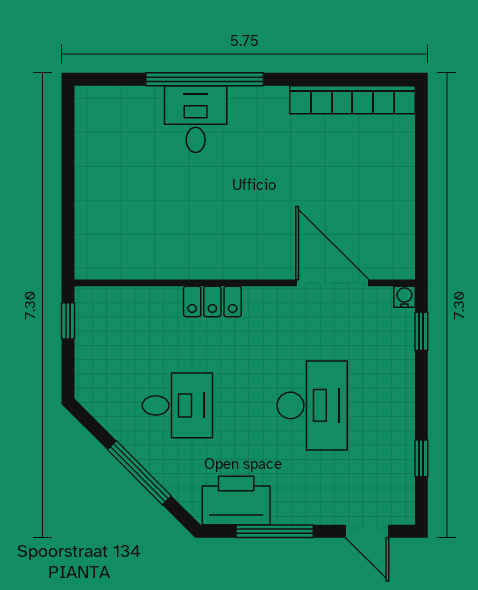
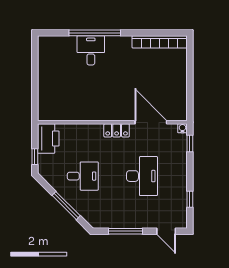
locker: (212, 301) -> (117, 130), moved
window: (68, 321) -> (35, 157), moved
printer: (236, 501) -> (48, 139), moved, turned 90

